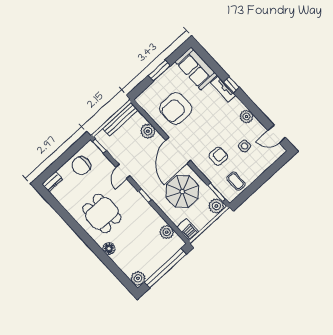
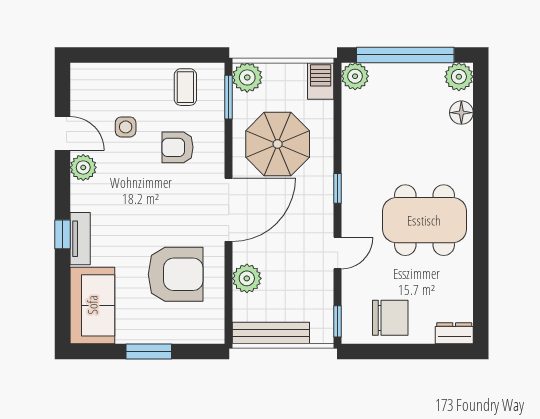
door: (277, 134) -> (63, 133), moved
dining table: (102, 213) -> (424, 220), width x1.38
plant: (167, 232) -> (355, 76), moved
floor lamp: (109, 249) -> (461, 113), moved

